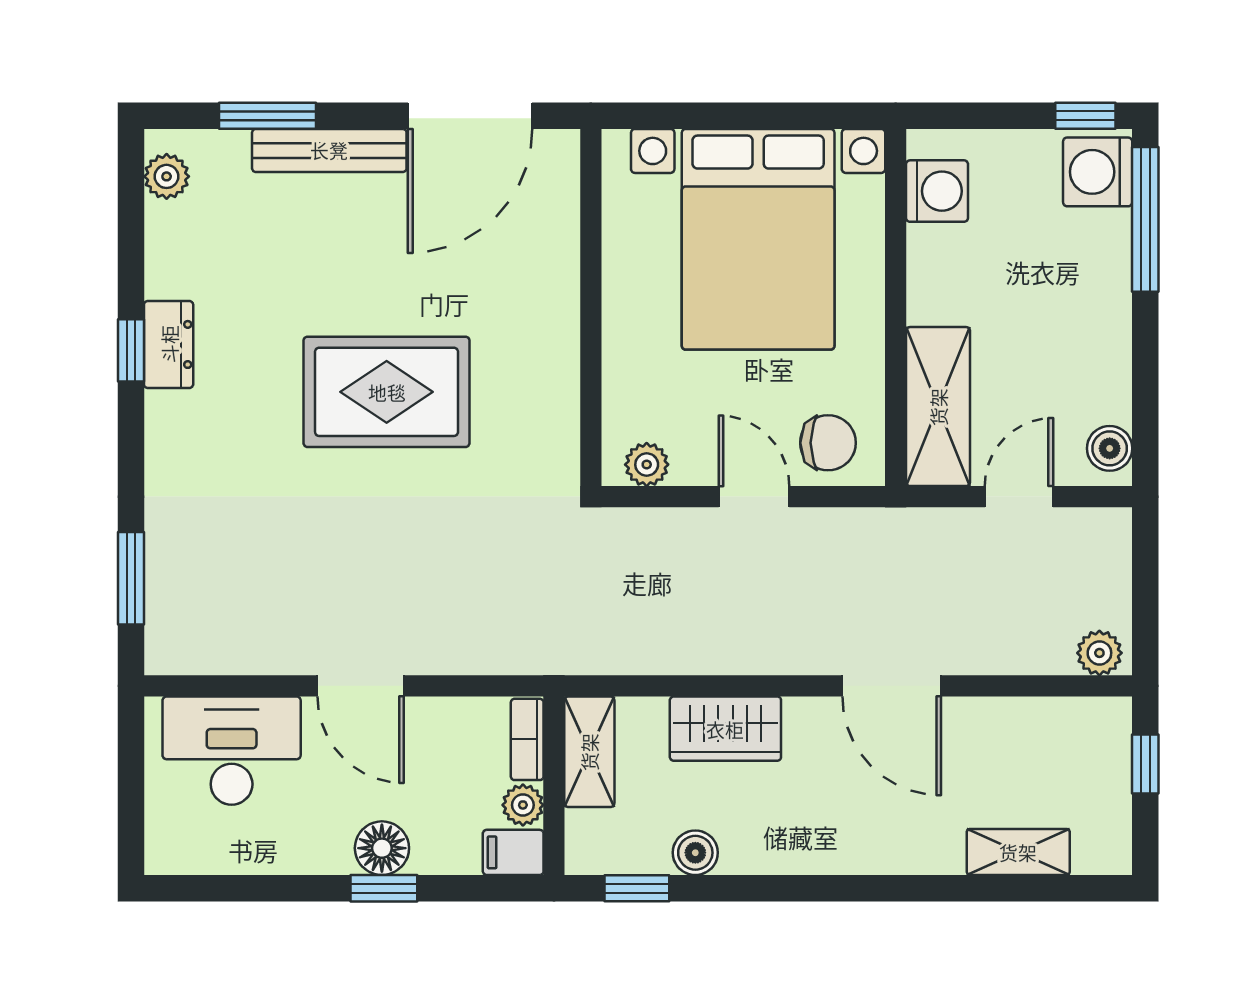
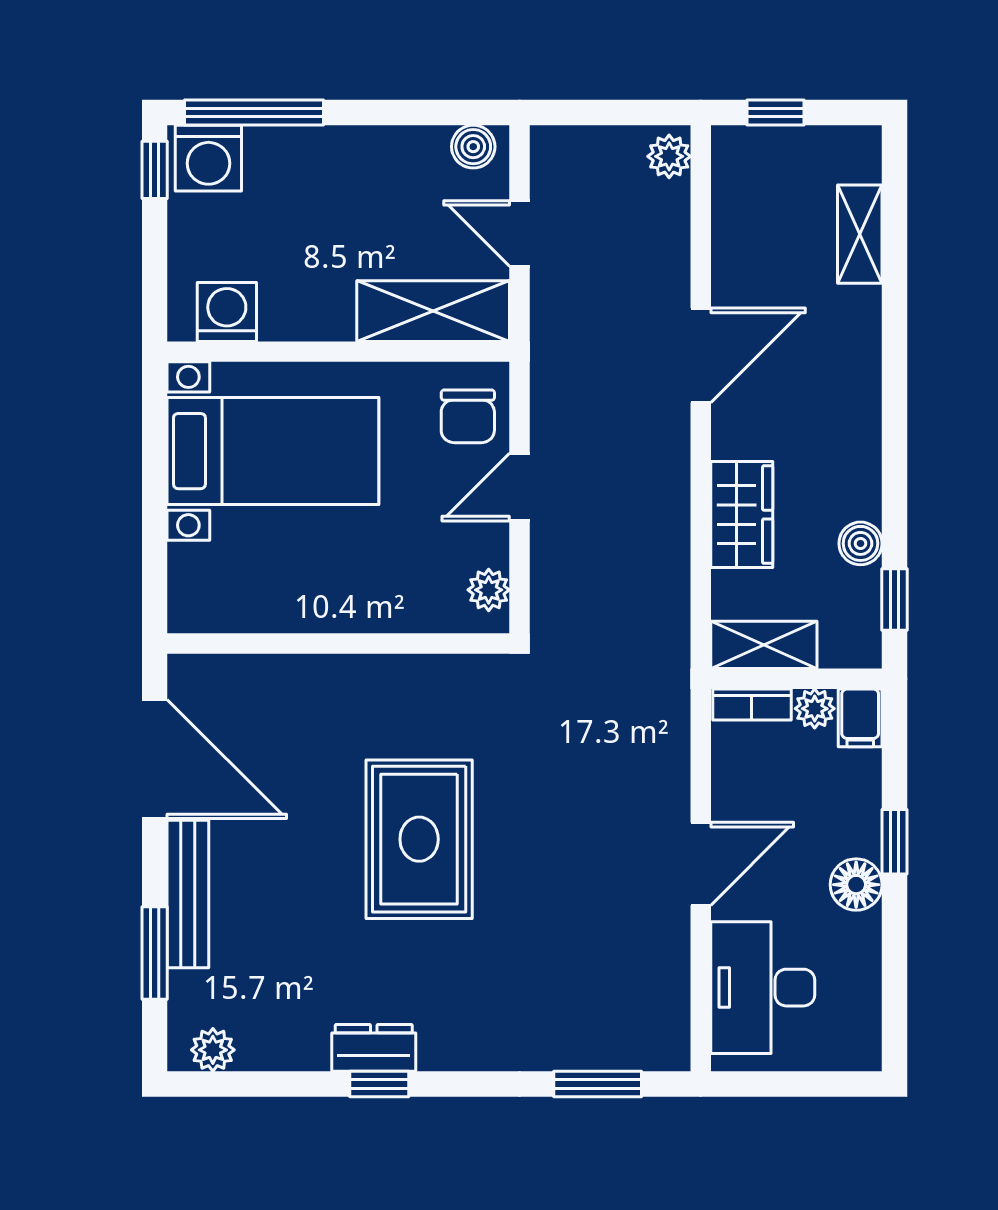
bed with nightstands: (758, 239) -> (273, 451), width x0.73
chair: (828, 443) -> (468, 416), turned 180
floor lamp: (382, 848) -> (856, 885), moved

